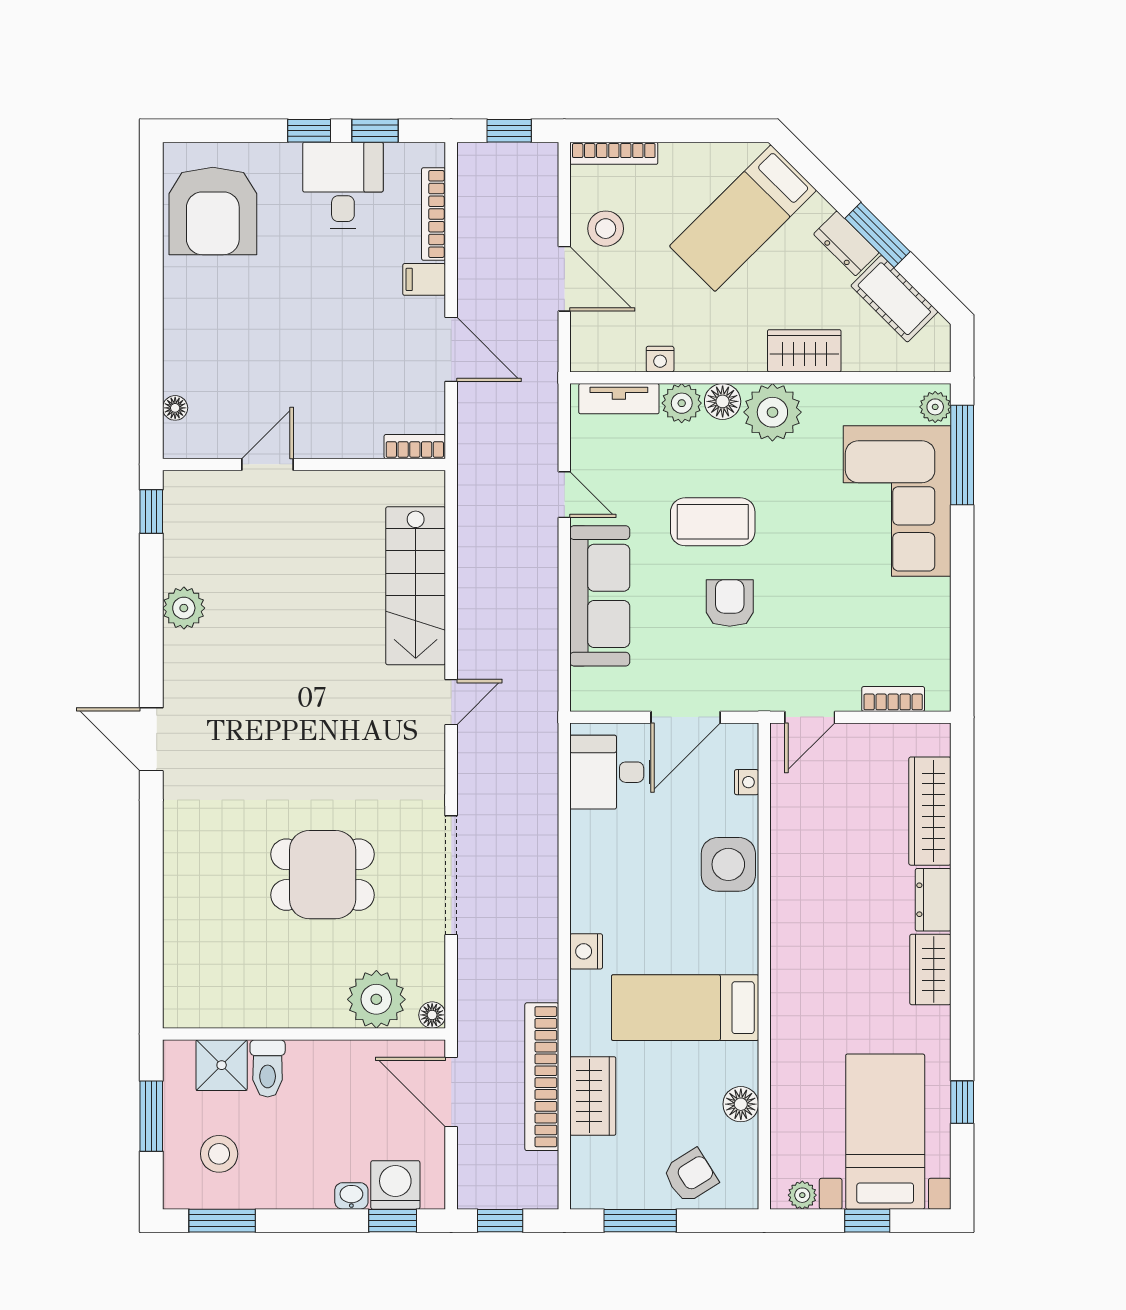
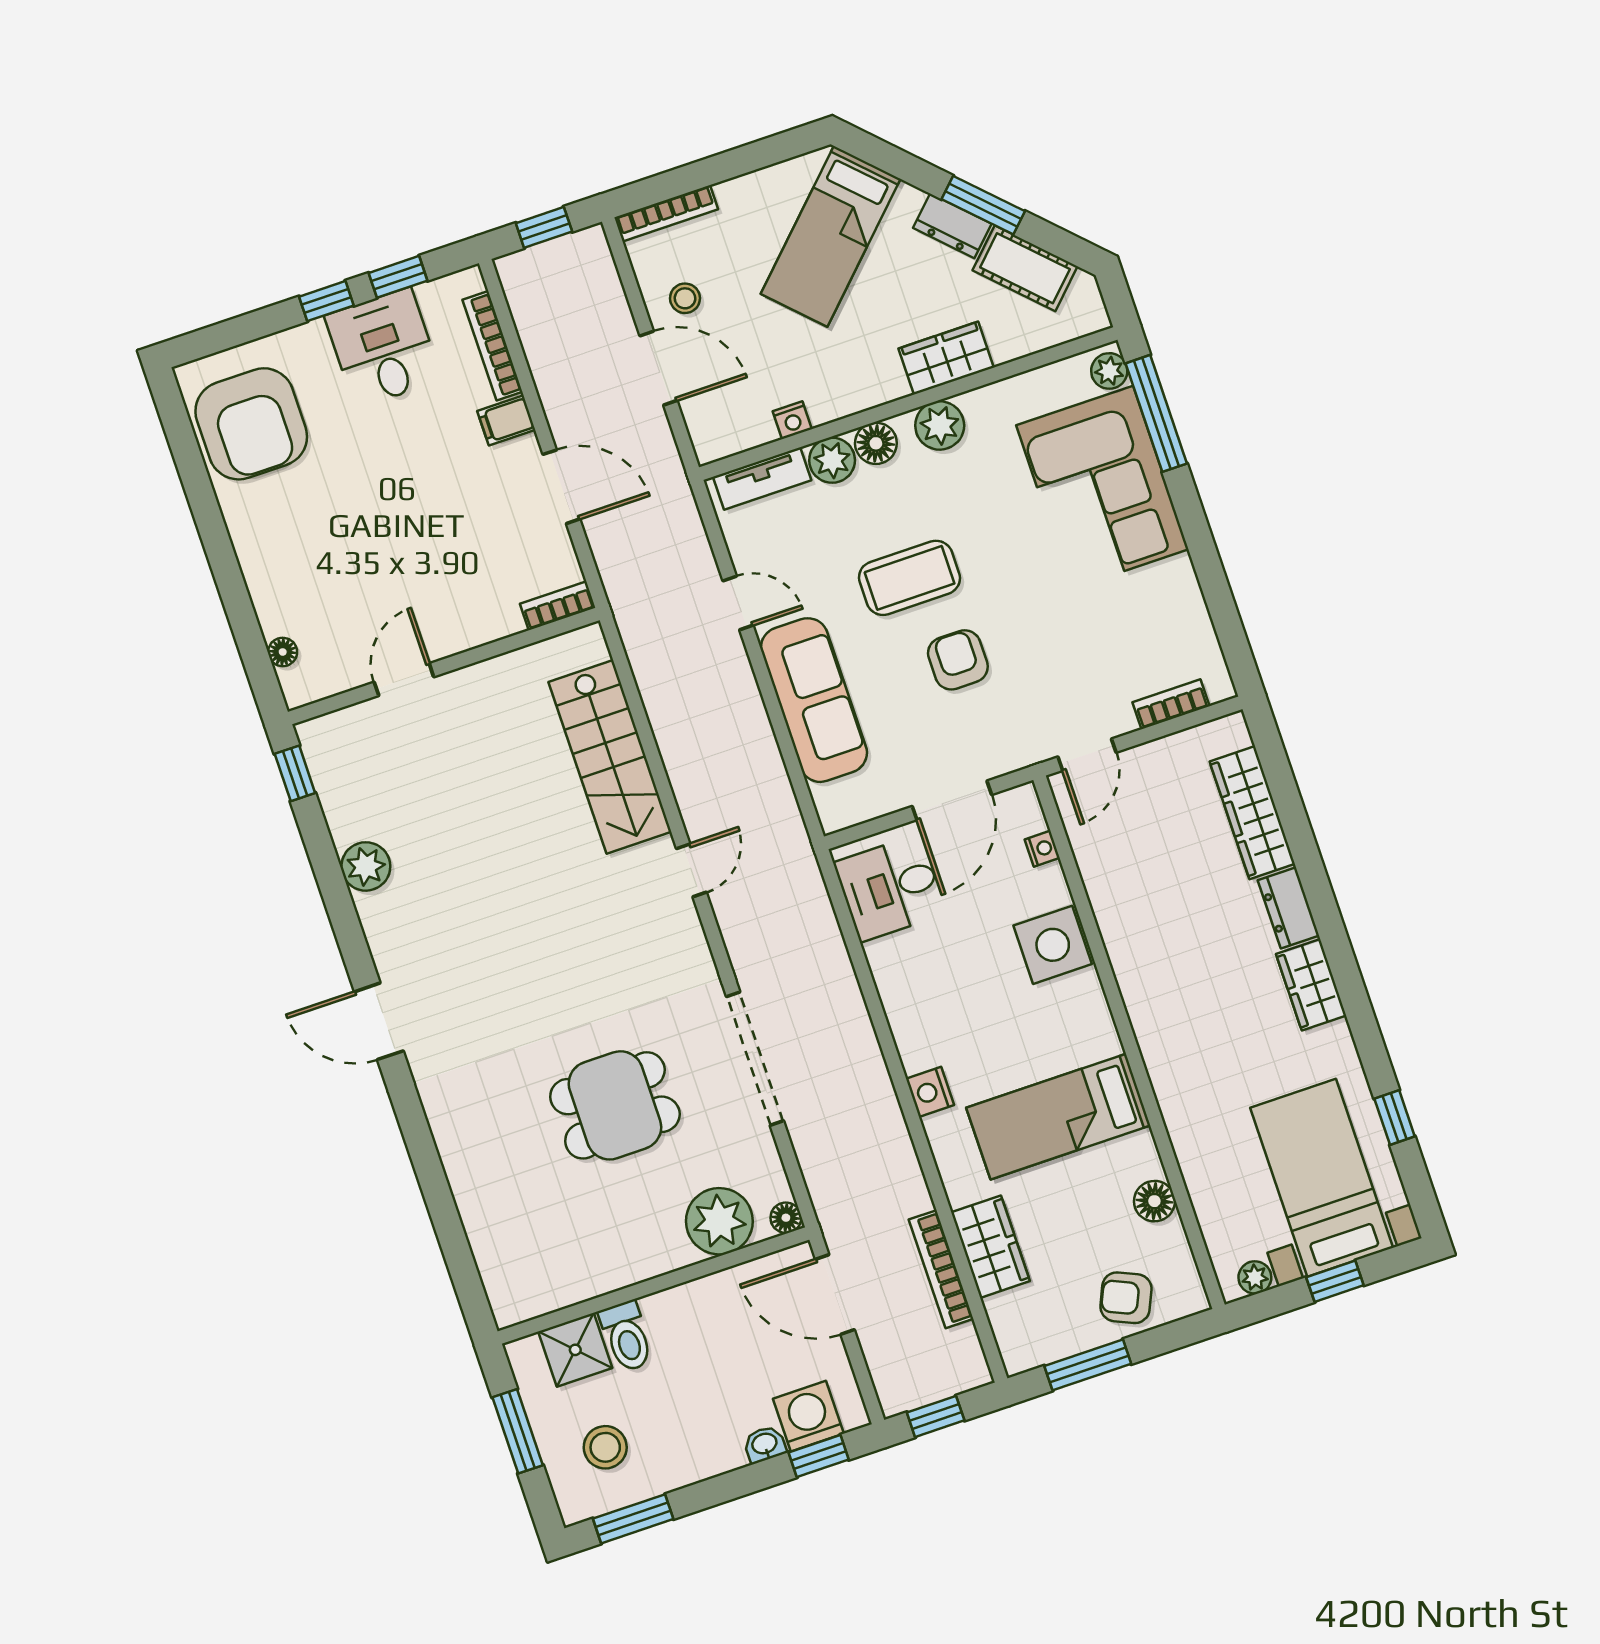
stool: (606, 229) -> (685, 298), width x0.73, depth x0.73
plant: (772, 412) -> (940, 425), width x0.73, depth x0.73
bookcase: (542, 1077) -> (941, 1269), width x0.68, depth x0.76
armchair: (690, 1176) -> (1126, 1298), turned -124

